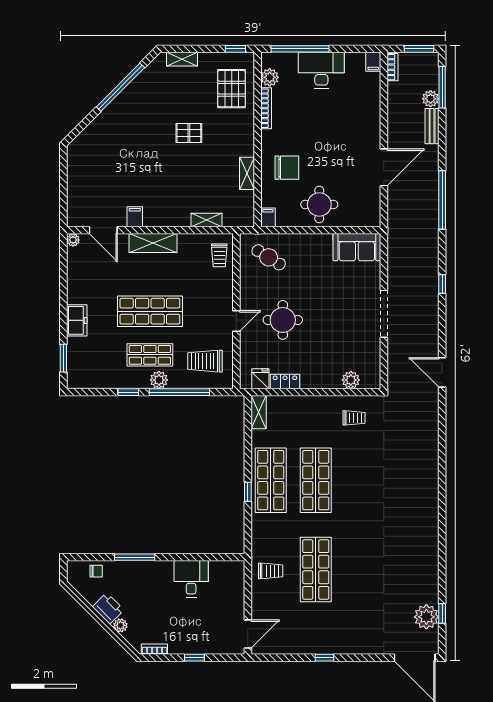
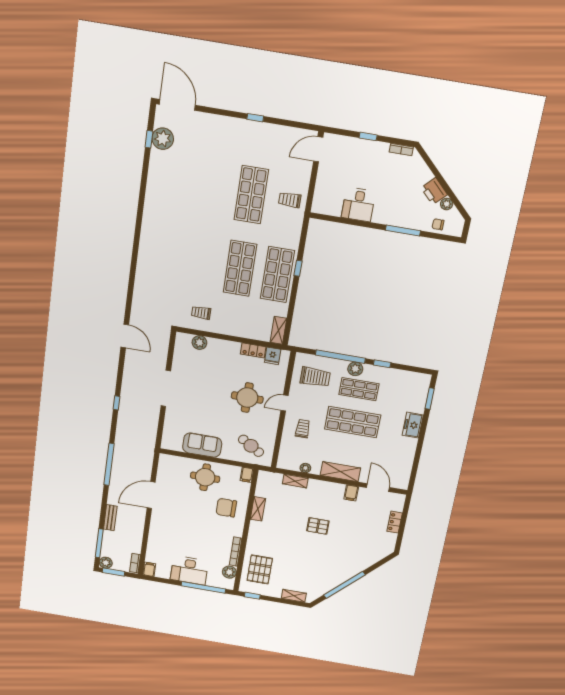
plant: (431, 99) -> (106, 563), moved
pallet: (189, 133) -> (318, 526), moved
locker: (74, 187) -> (395, 522), added
plant: (73, 240) -> (305, 468), moved
sofa: (357, 247) -> (202, 445), moved
trolley: (219, 255) -> (303, 429), moved
plant: (120, 625) -> (447, 204), moved

